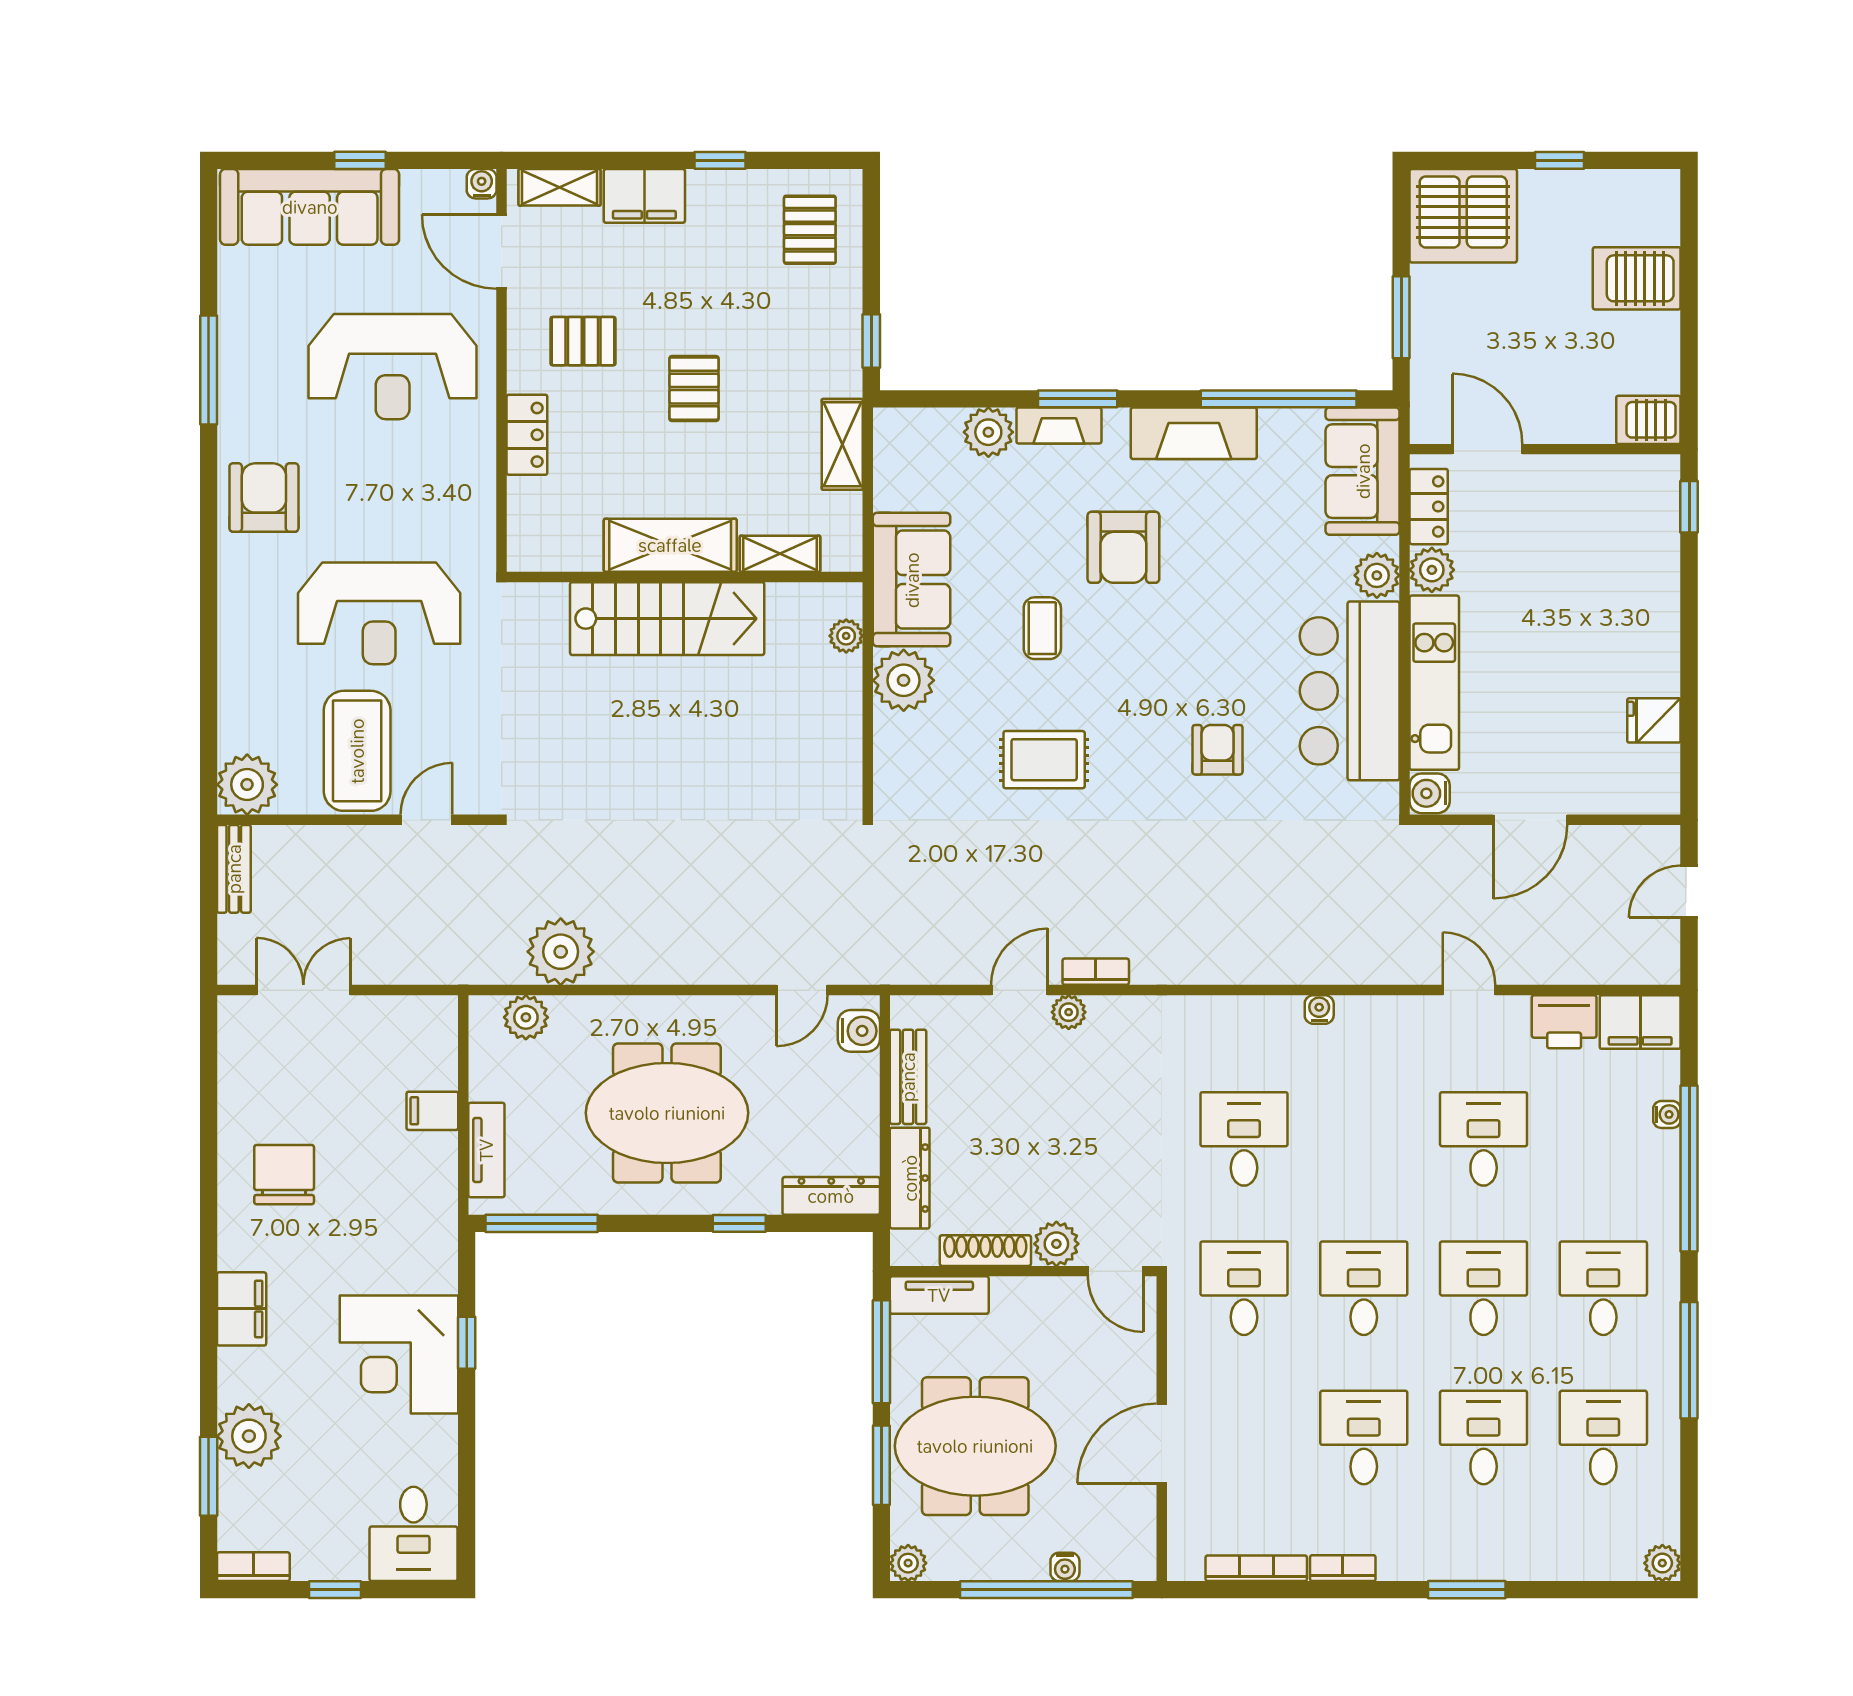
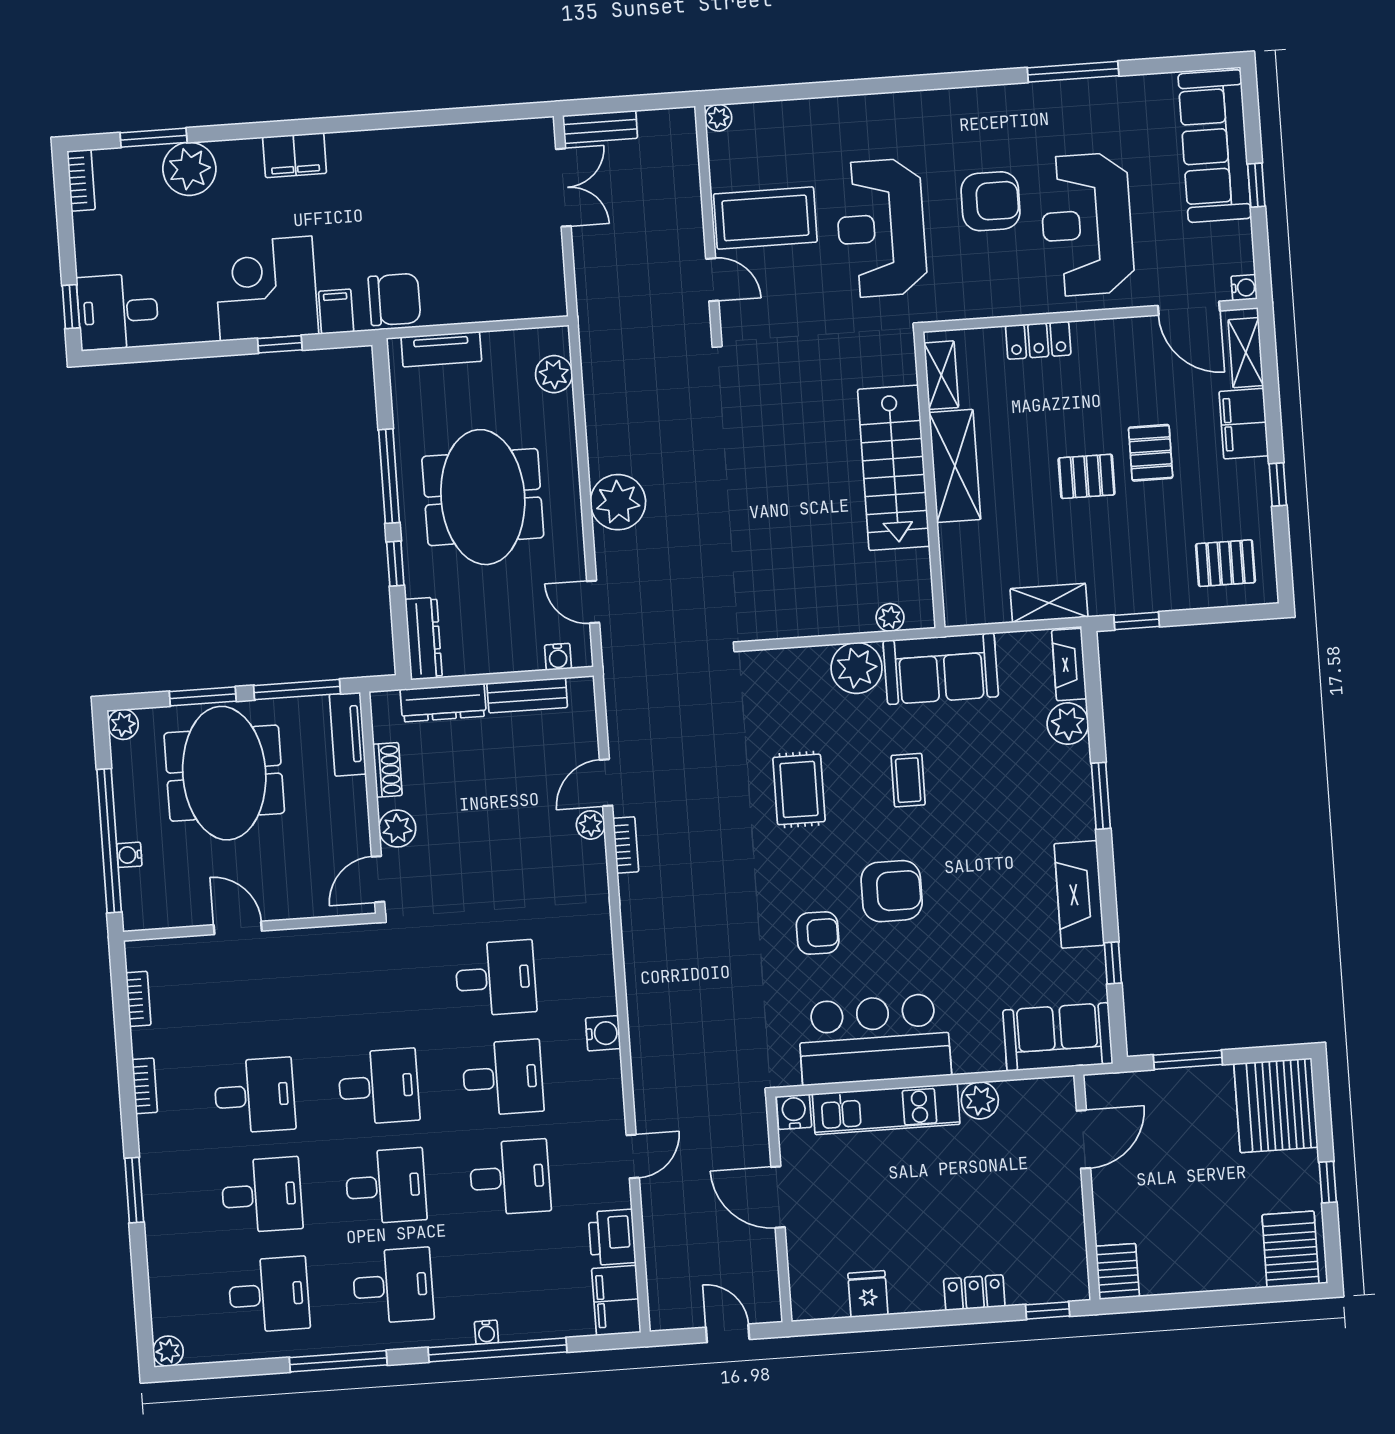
door: (502, 252) -> (1189, 308), swing flipped
server rack: (1637, 278) -> (1291, 1249), moved
pallet: (583, 341) -> (1151, 453), moved
window: (1279, 399) -> (1113, 963), width x0.32
fireplace: (1059, 425) -> (1069, 665), moved
armchair: (264, 498) -> (991, 201), moved
locker: (1429, 507) -> (974, 1293), moved, turned 180
armchair: (1123, 547) -> (892, 891), moved, turned 180
shelving: (780, 554) -> (941, 375), moved
plant: (1377, 575) -> (972, 1055), removed
coffee table: (1042, 628) -> (908, 780), turned 90
plant: (247, 785) -> (718, 118), width x0.53, depth x0.53
bench: (234, 869) -> (600, 127), moved
plant: (561, 952) -> (618, 502), moved
door: (1019, 990) -> (606, 783), swing flipped
water cooler: (1319, 1010) -> (603, 1033), width x1.38, depth x1.38
water cooler: (859, 1031) -> (558, 657), width x0.72, depth x0.72
filing cabinet: (432, 1111) -> (336, 312), moved
water cooler: (1667, 1114) -> (486, 1332), moved
chair: (284, 1175) -> (394, 299), moved
window: (542, 1223) -> (389, 476), moved
shoe rack: (985, 1251) -> (387, 770), width x0.70
desk: (1244, 1288) -> (503, 1078), moved
door: (1162, 1443) -> (238, 928), width x0.73
bookcase: (1256, 1568) -> (138, 999), width x0.64
window: (335, 1590) -> (71, 307), moved

